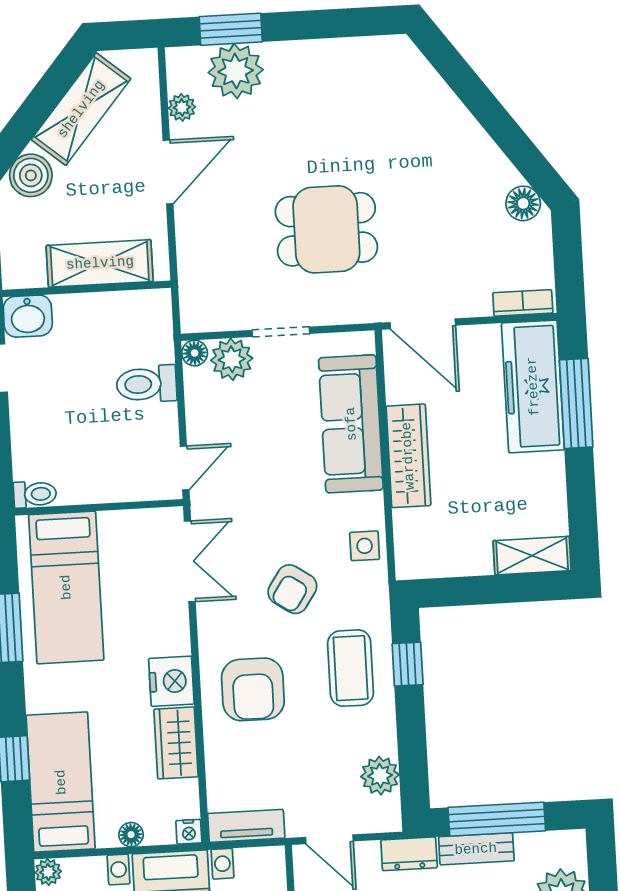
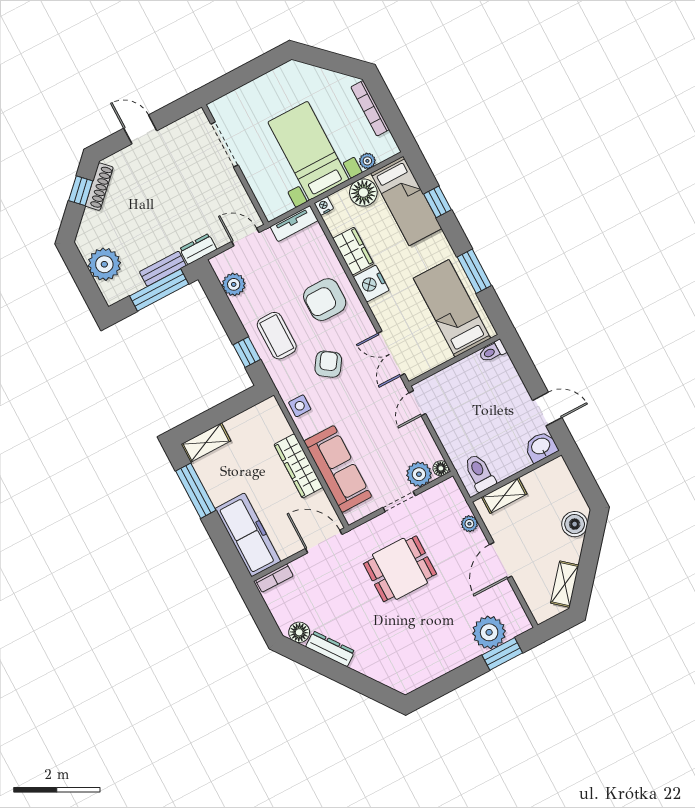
plant: (182, 107) -> (469, 524), moved
shelving: (81, 109) -> (565, 584), width x0.67, depth x0.75
dresser: (488, 157) -> (330, 649), added
shelving: (100, 263) -> (504, 495), width x0.67, depth x0.75
toilet: (146, 384) -> (480, 473), moved, turned -90
window: (576, 403) -> (196, 491), moved
armchair: (253, 689) -> (325, 300), turned -90
floor lamp: (131, 835) -> (363, 193), width x1.89, depth x1.89
plant: (48, 872) -> (367, 161), moved

